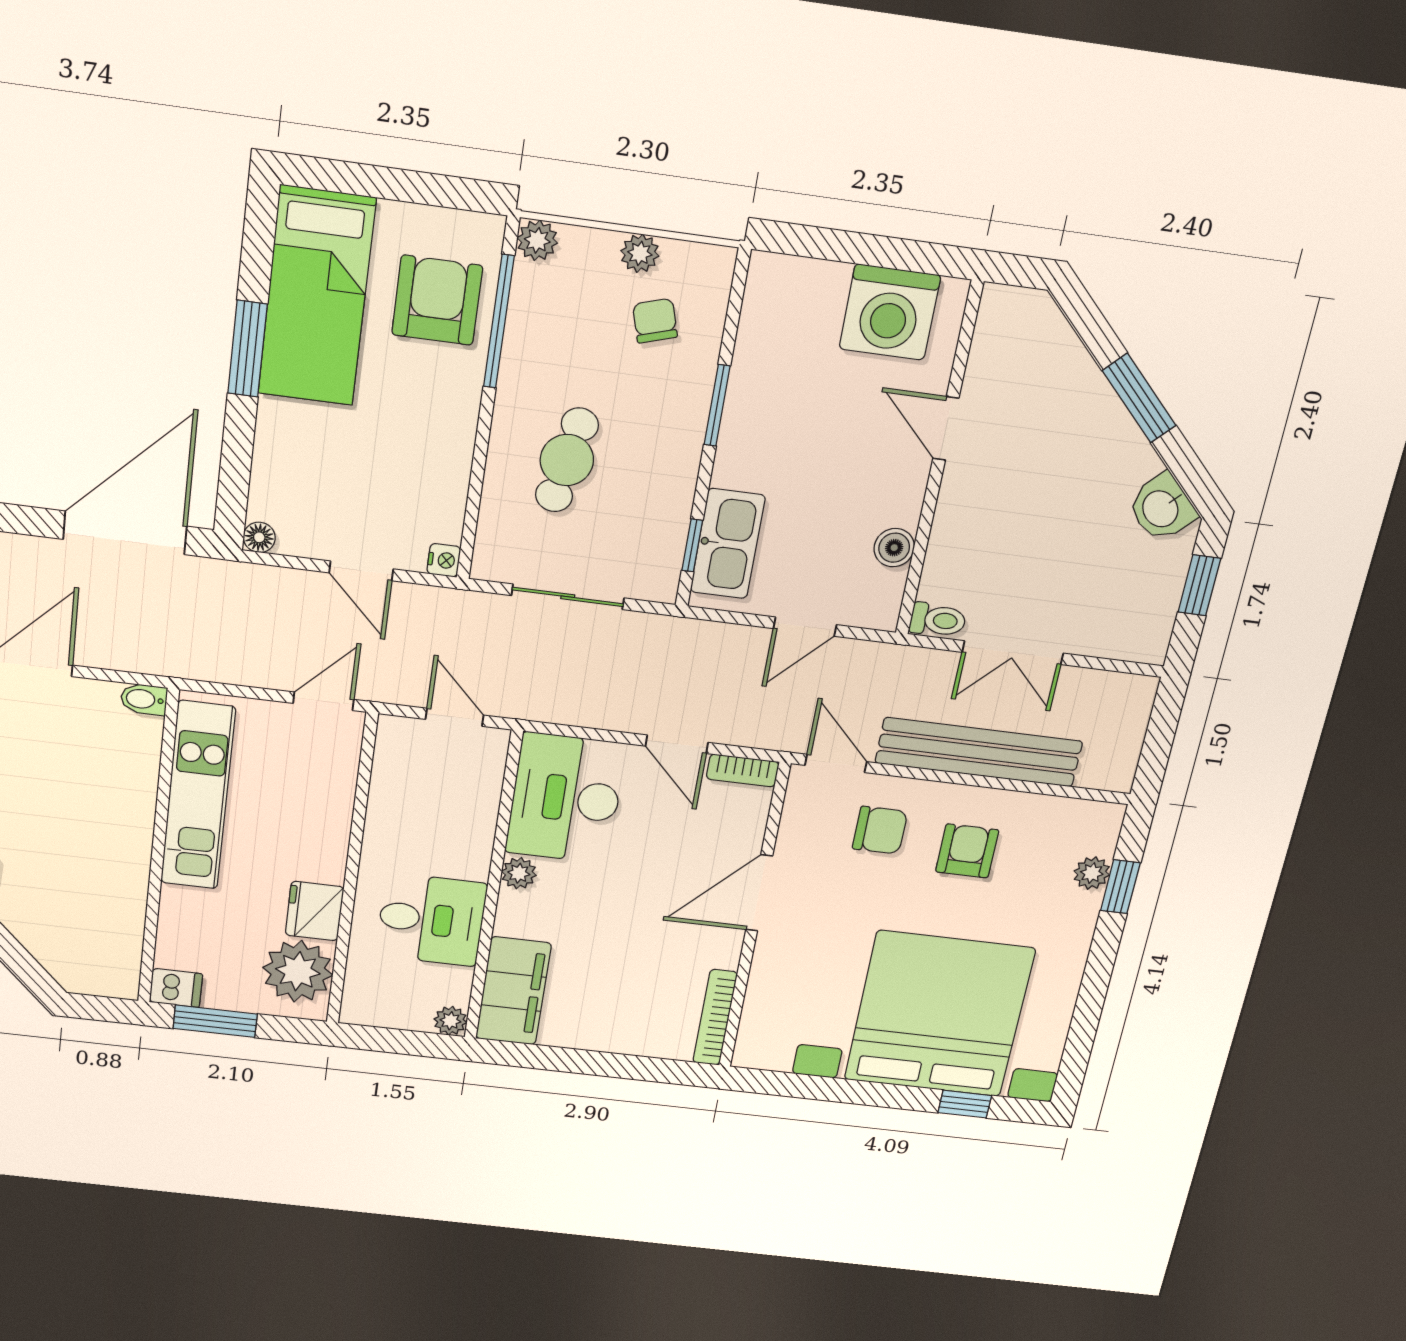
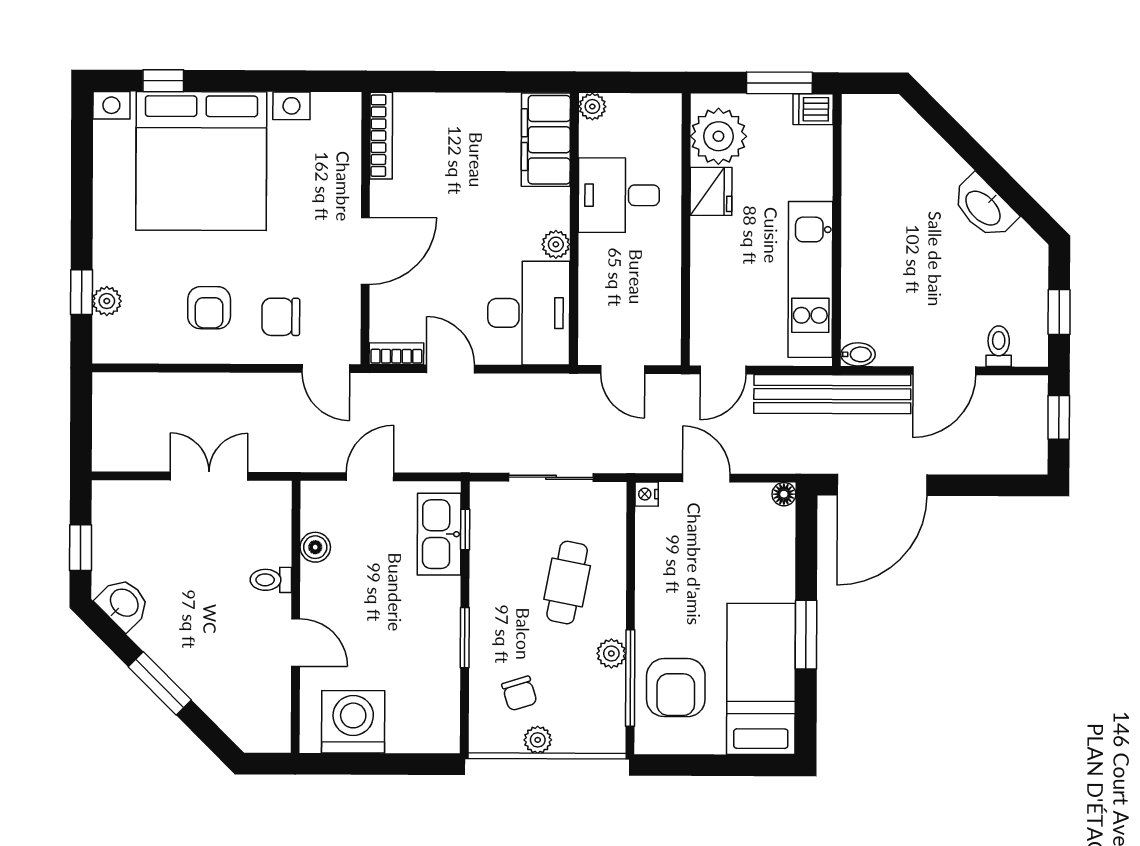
plant: (537, 240) -> (611, 653), moved
toilet: (938, 620) -> (271, 580), moved
bench: (979, 752) -> (832, 394), moved

